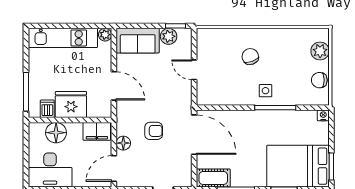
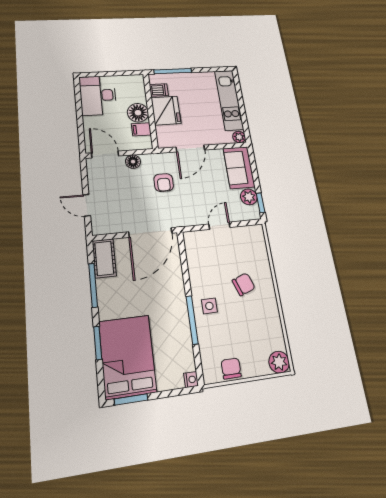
plant: (320, 51) -> (279, 362), moved
filing cabinet: (97, 131) -> (141, 129), width x0.50
armchair: (154, 131) -> (164, 183), moved
floor lamp: (56, 133) -> (138, 113), moved

